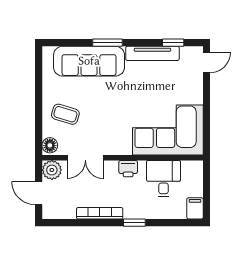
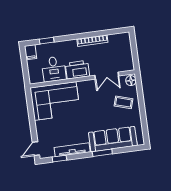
double door: (85, 158) -> (107, 76), swing flipped
printer: (128, 169) -> (77, 70), width x1.87, depth x1.48
plant: (52, 170) -> (127, 65), removed
door: (39, 193) -> (134, 48), removed
window: (134, 223) -> (47, 41), moved

